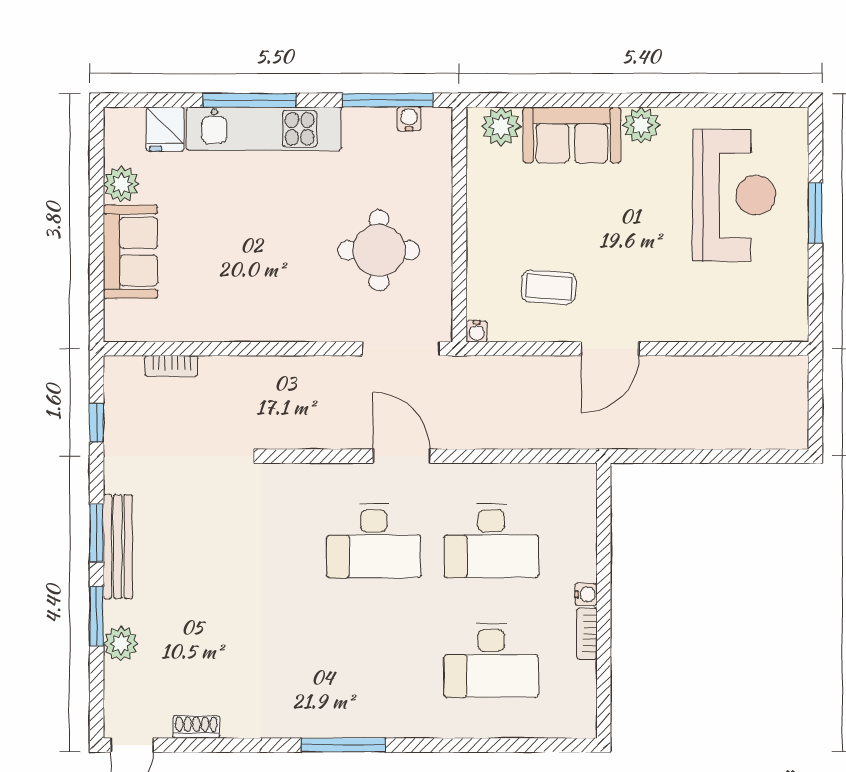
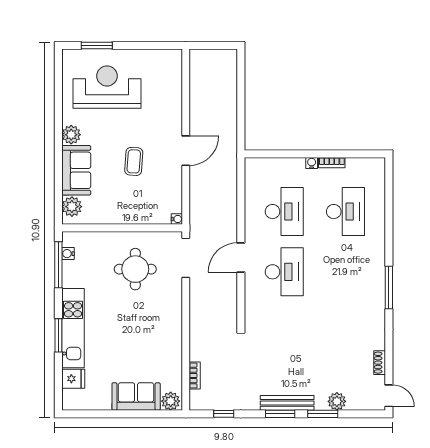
window: (249, 100) -> (58, 335), width x0.69
plant: (121, 184) -> (171, 401), moved
window: (815, 213) -> (97, 45), moved
coffee table: (549, 287) -> (134, 161), moved
door: (610, 349) -> (186, 151), hinge flipped

